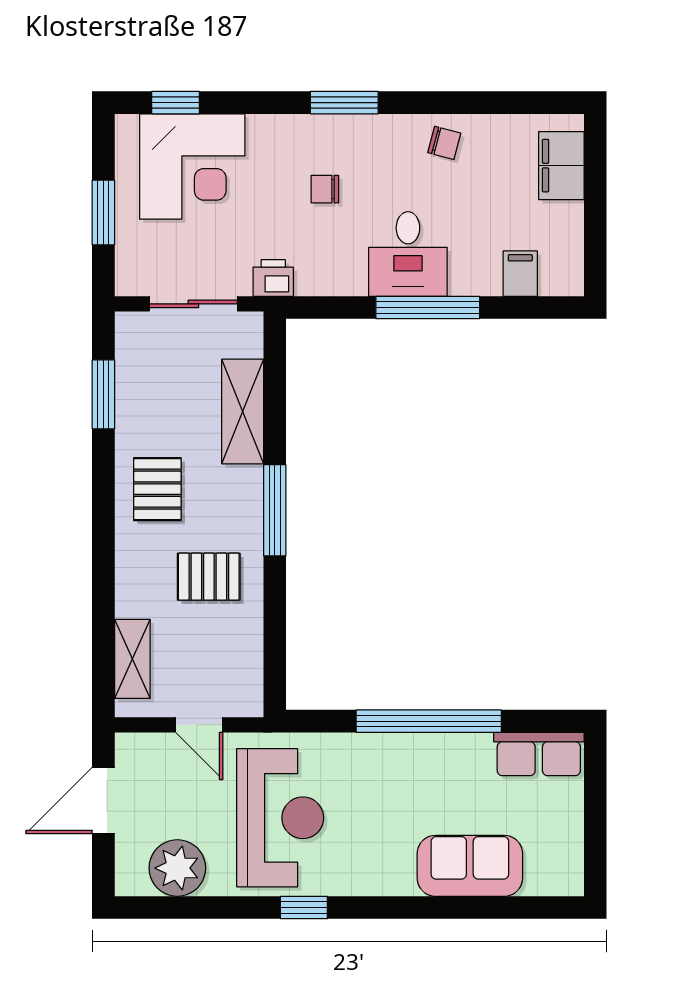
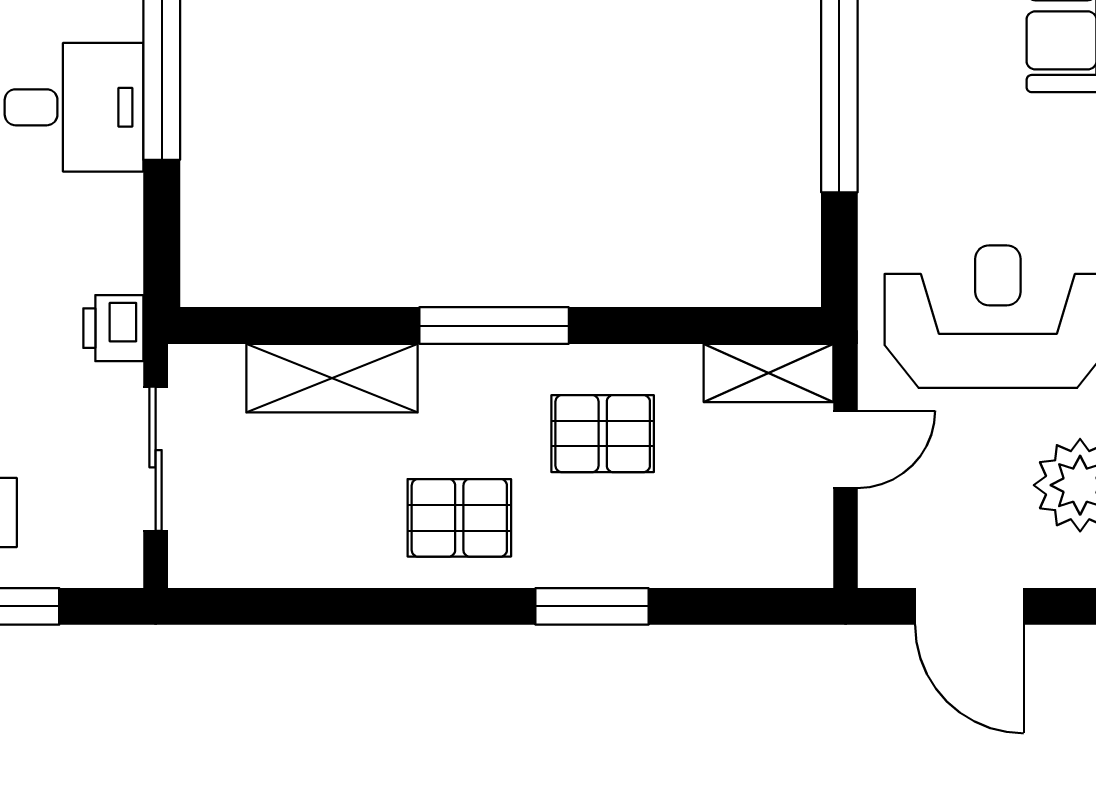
window: (103, 394) -> (592, 606), moved
pallet: (209, 577) -> (603, 434), turned 90
shelving: (132, 659) -> (769, 373), moved

